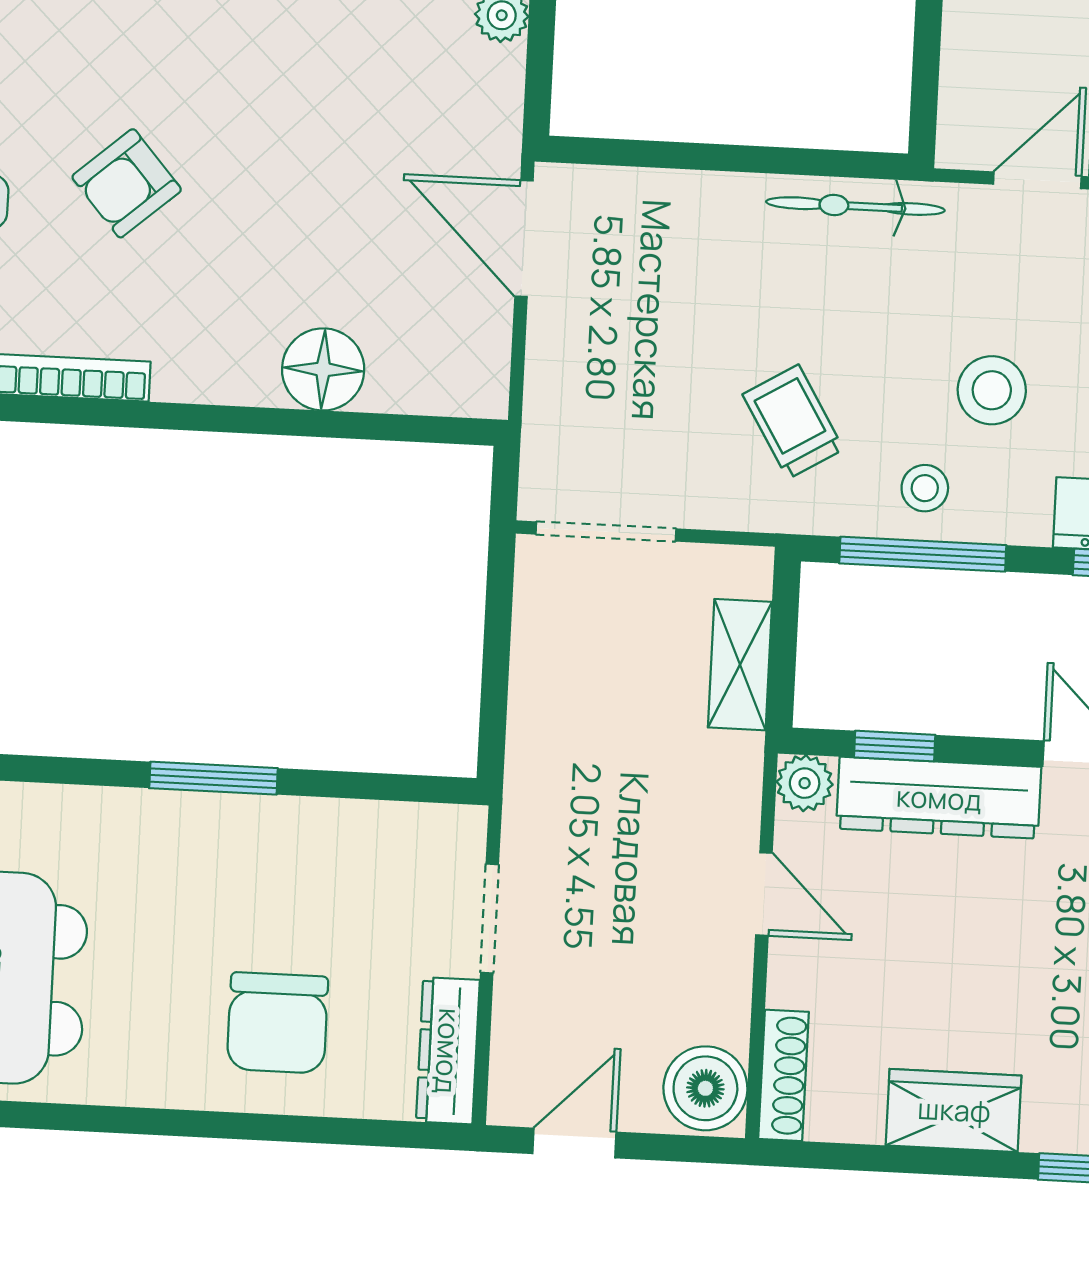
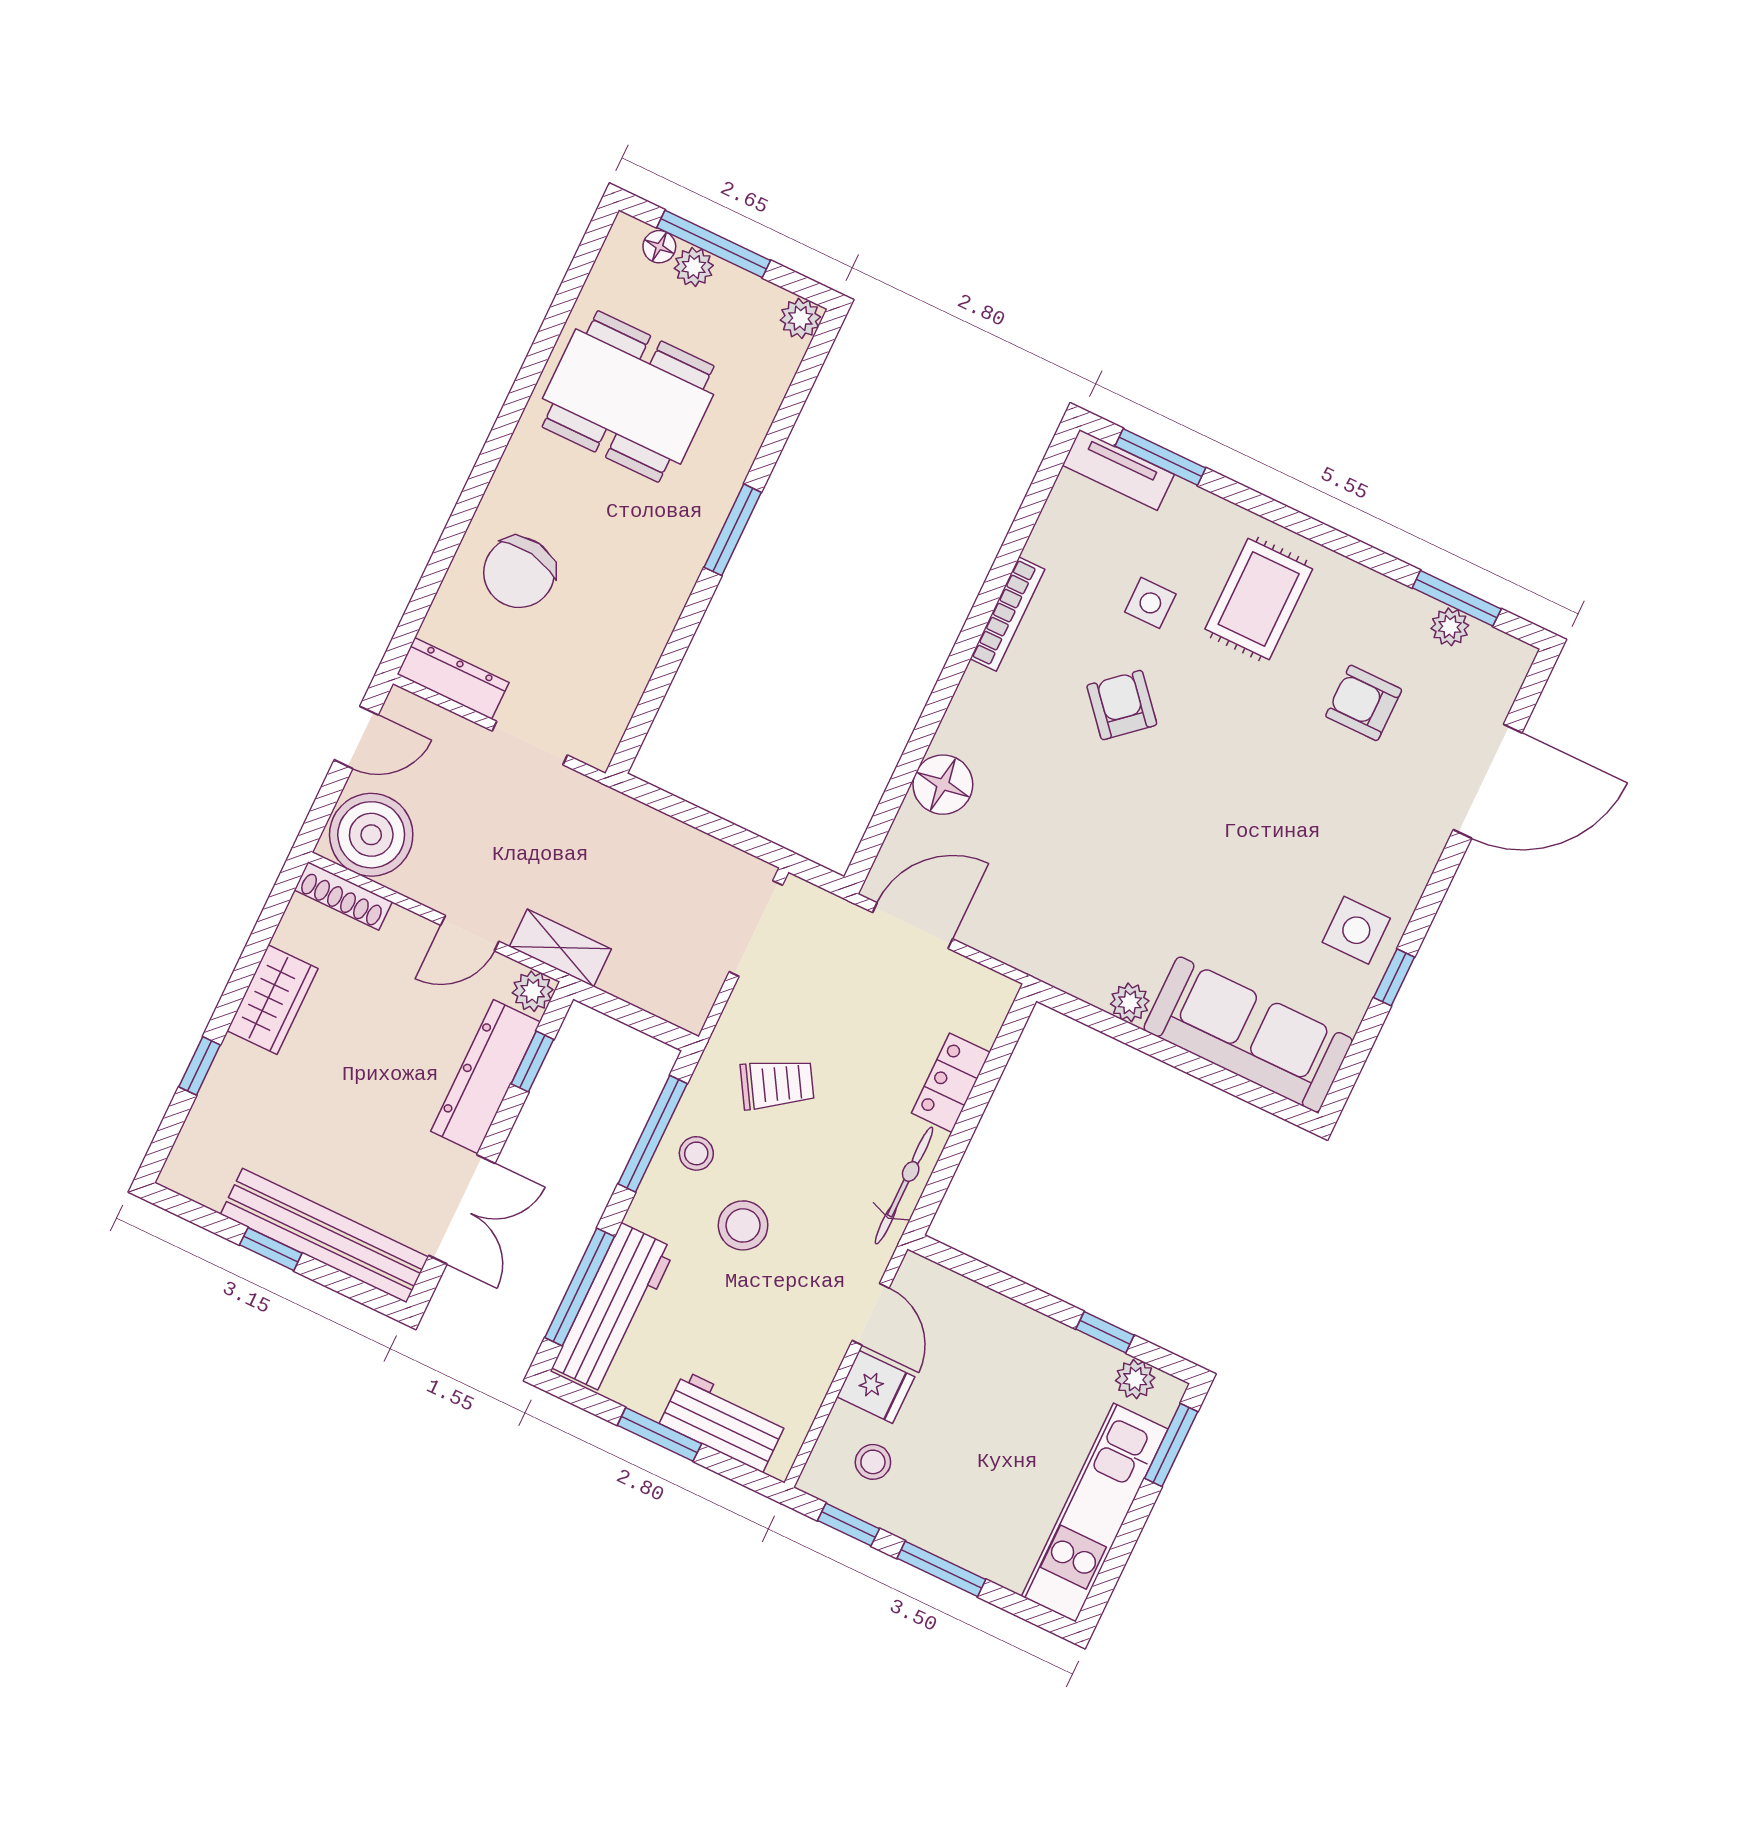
locker: (699, 201) -> (951, 1083), added
door: (524, 238) -> (913, 926), moved
shelving: (740, 665) -> (560, 948), moved
window: (213, 778) -> (733, 530), moved
chair: (277, 1023) -> (519, 572), turned -81
boiler: (705, 1088) -> (371, 835), width x1.37, depth x1.37
door: (574, 1143) -> (356, 737), hinge flipped

